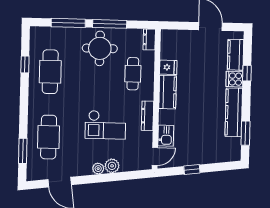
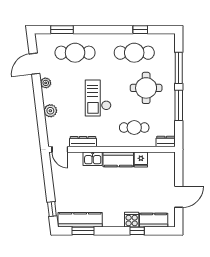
round table: (100, 48) -> (146, 88), moved
kitchen counter: (234, 112) -> (80, 220), moved
dresser: (147, 116) -> (83, 142), moved
checkout: (105, 125) -> (98, 98), moved
kitchen sink: (166, 136) -> (93, 159), moved
plant: (98, 169) -> (46, 83), moved
window: (192, 169) -> (52, 209), moved

